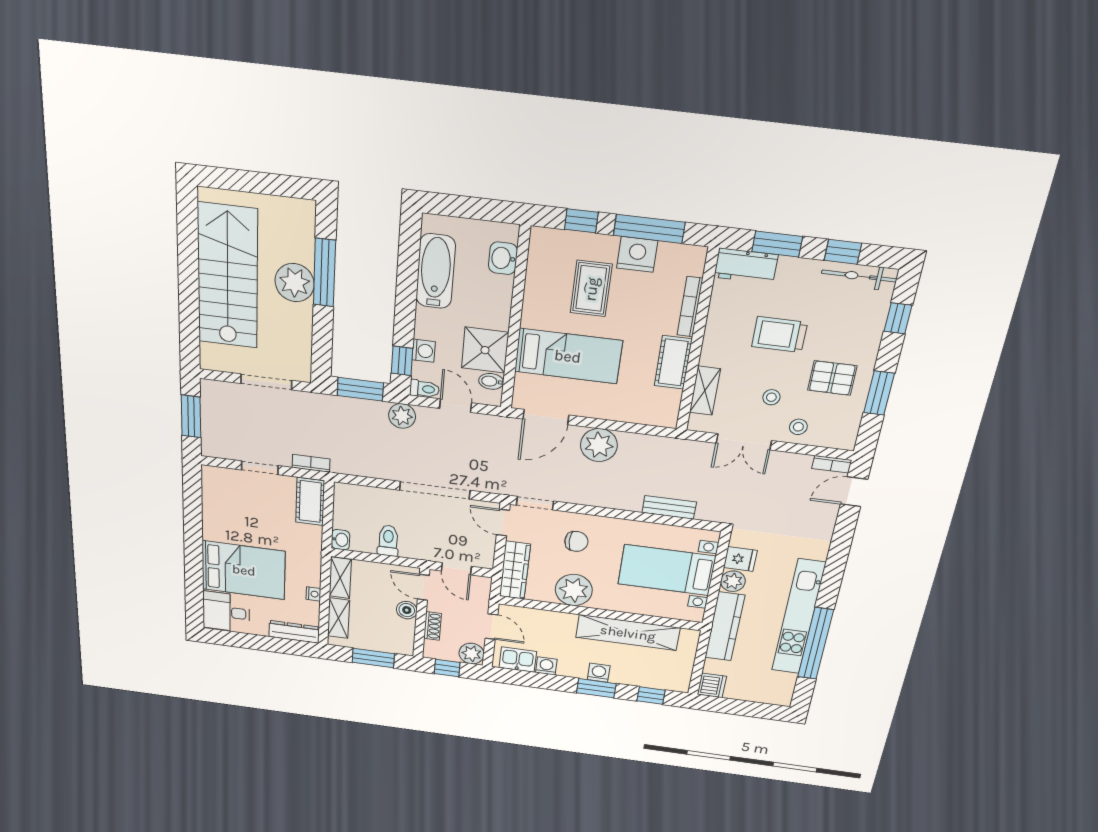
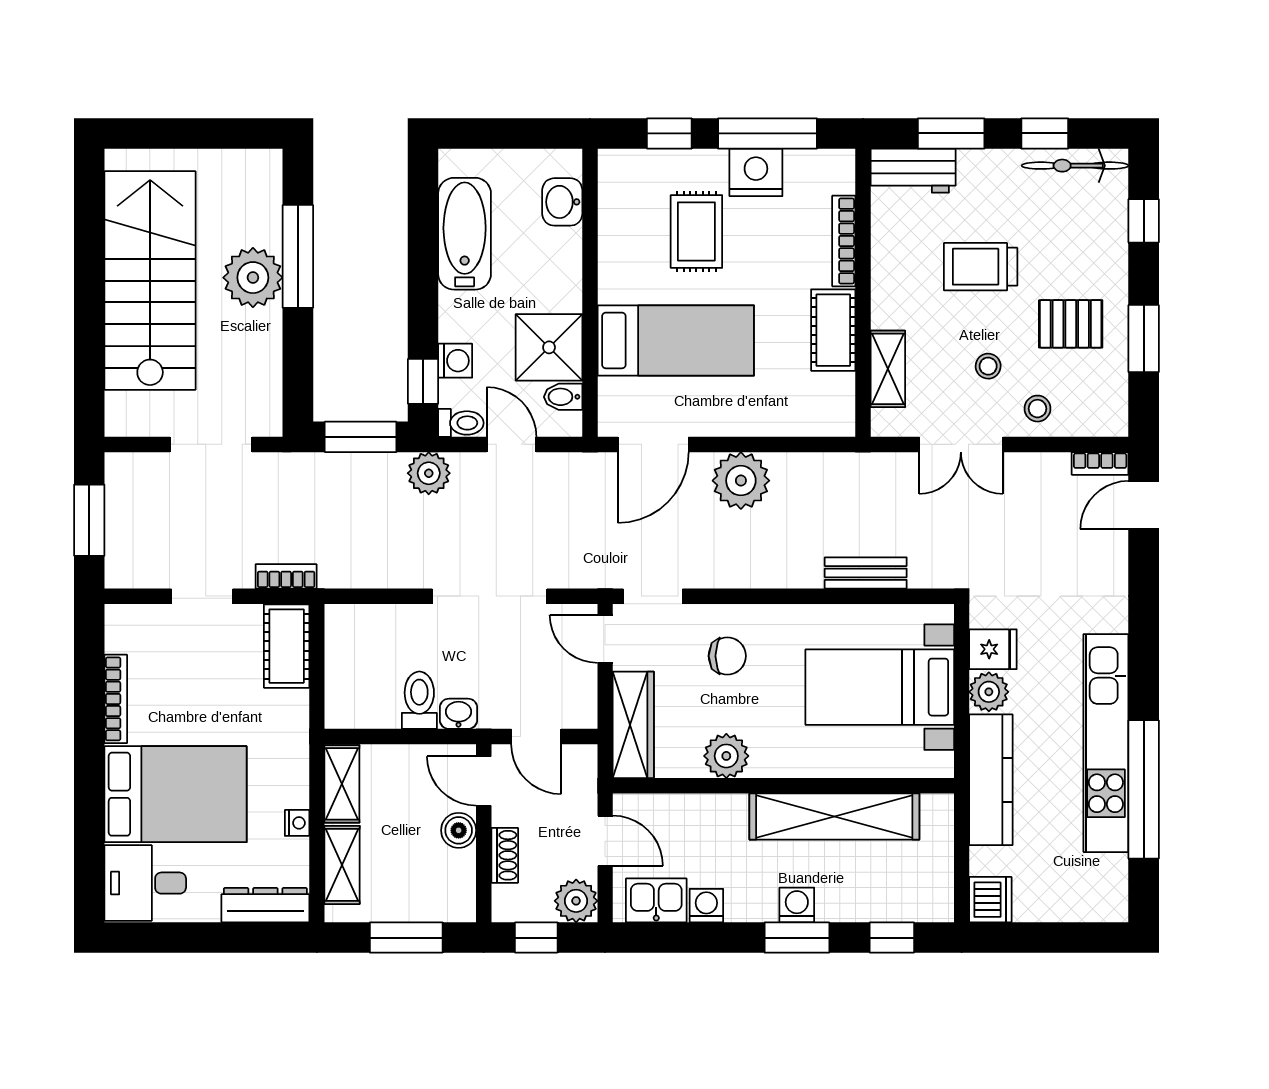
bookcase: (208, 516) -> (116, 699), added
washbasin: (340, 540) -> (458, 714), moved, turned -90
plant: (574, 590) -> (726, 756), width x0.73, depth x0.73

